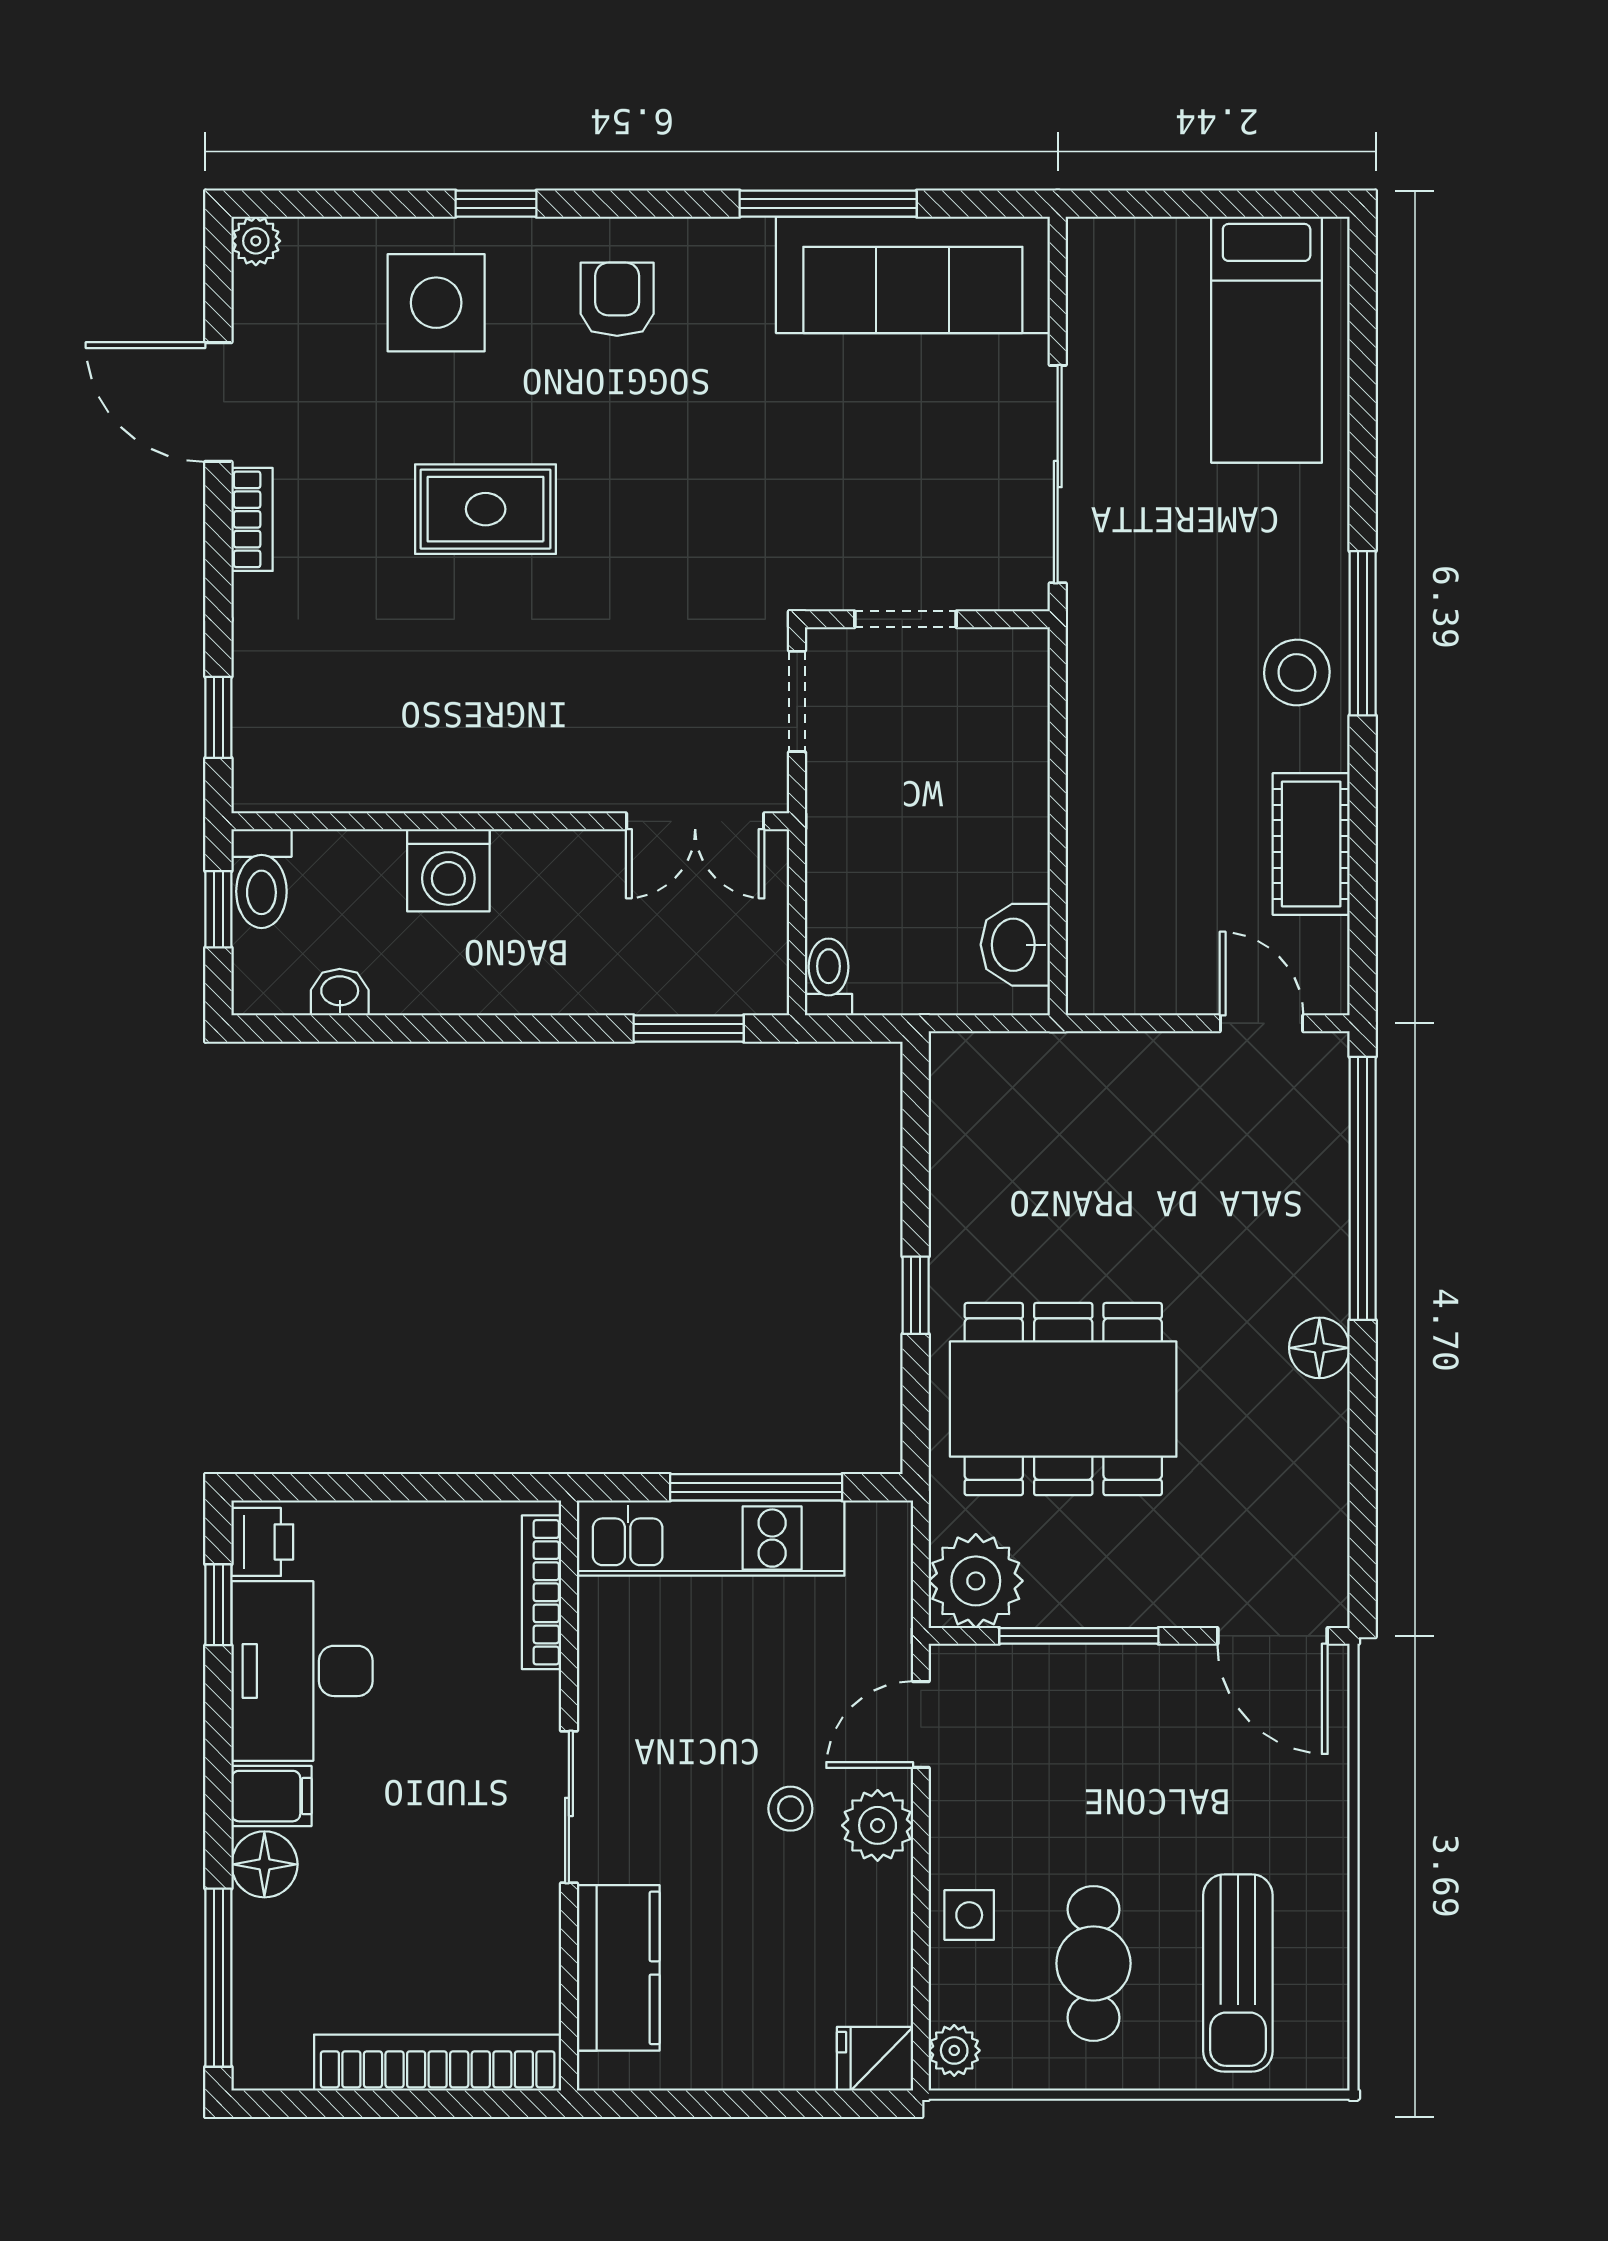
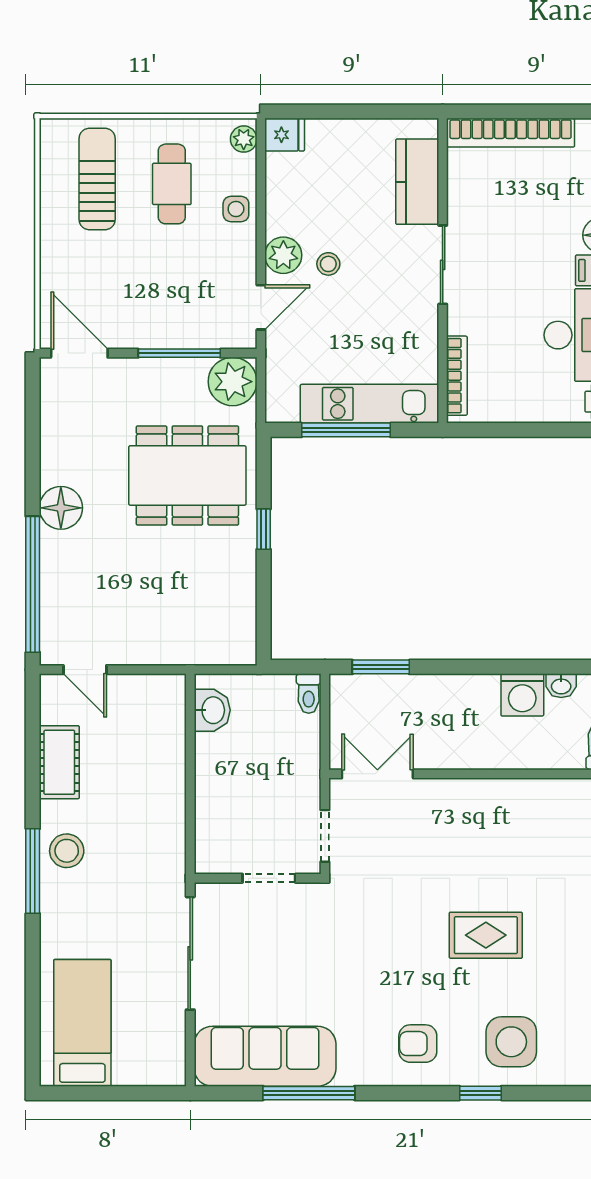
armchair: (617, 299) -> (418, 1044), turned 90
washing machine: (448, 870) -> (522, 695), moved, turned 180
floor lamp: (1319, 1348) -> (61, 508), width x1.38, depth x1.38

